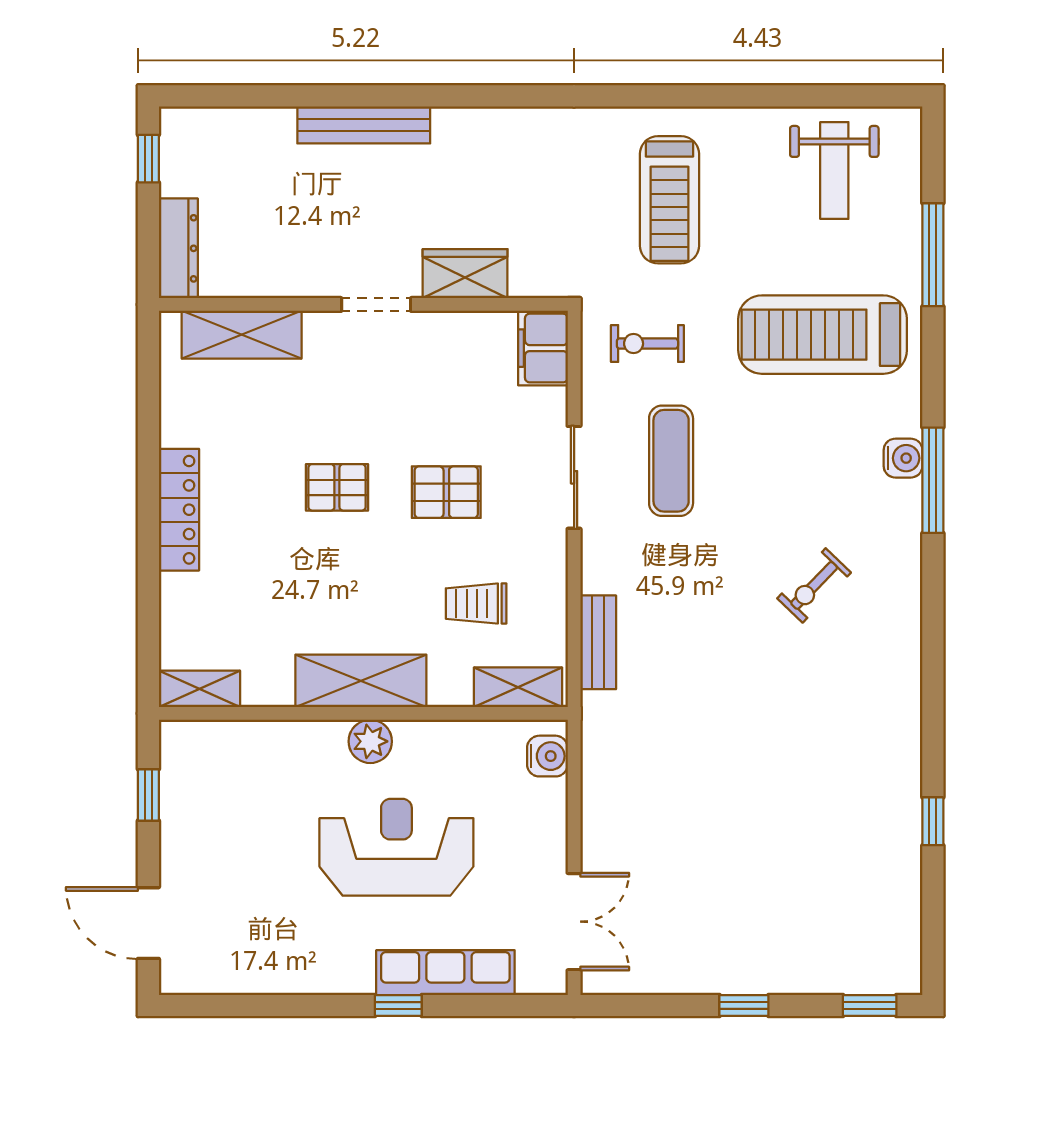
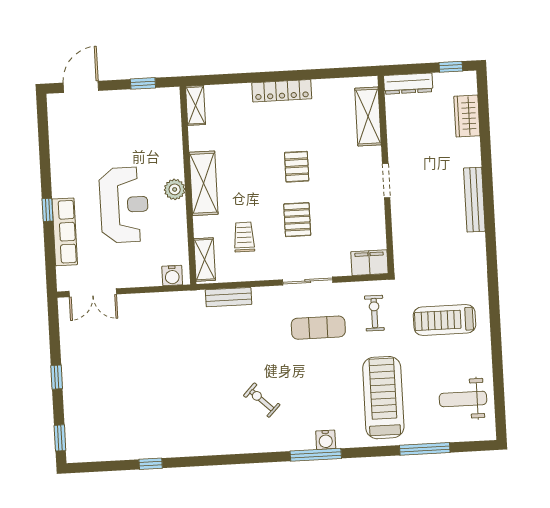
bench: (364, 125) -> (474, 200), moved
wardrobe: (465, 274) -> (467, 116), moved, turned 180

